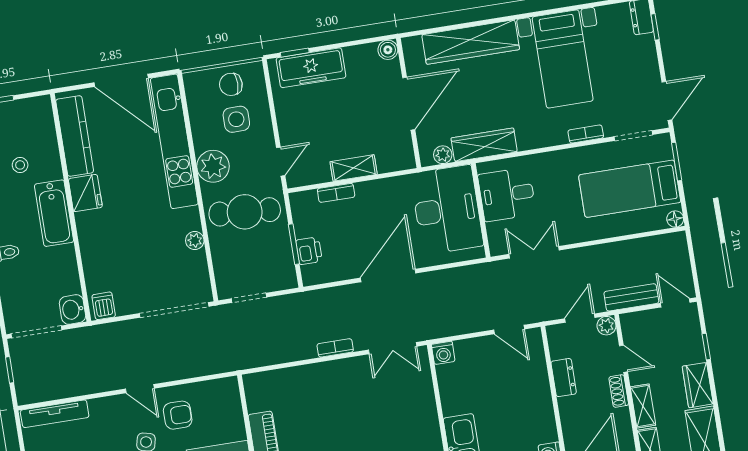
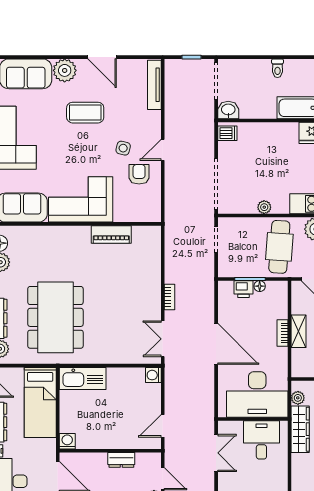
bookcase: (336, 193) -> (282, 333), moved
floor lamp: (301, 230) -> (260, 286), added
armchair: (178, 415) -> (139, 174), turned 180

